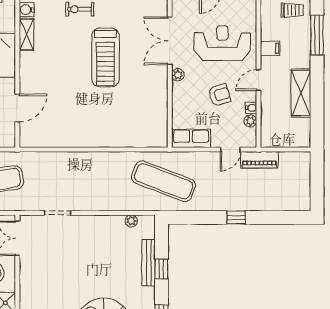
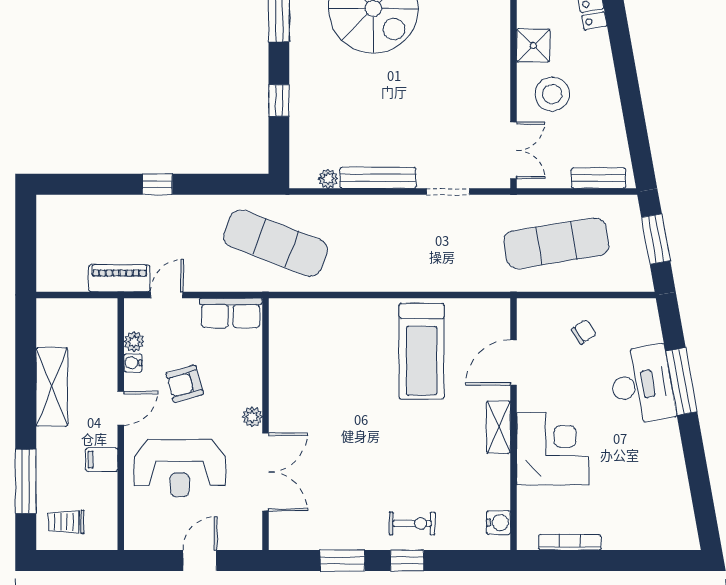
shelving: (27, 34) -> (499, 427), moved
treadmill: (105, 57) -> (422, 351), moved, turned 180
bench: (149, 263) -> (378, 178), moved, turned 90

